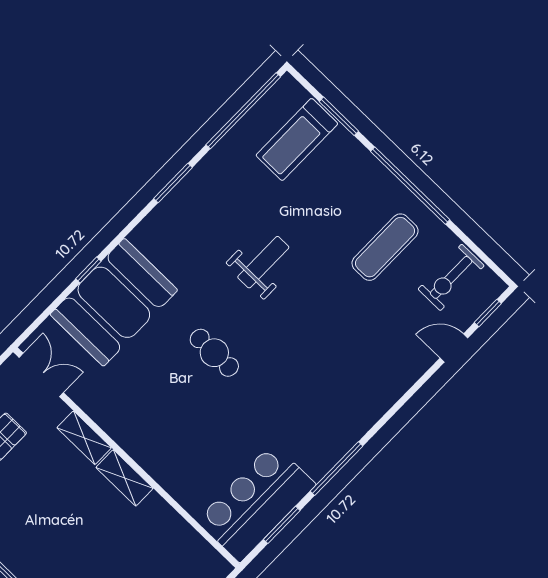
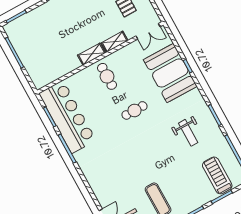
weight bench: (263, 262) -> (188, 133), moved
cafe table: (161, 432) -> (107, 76), added
bar counter: (256, 503) -> (67, 117), width x1.36

